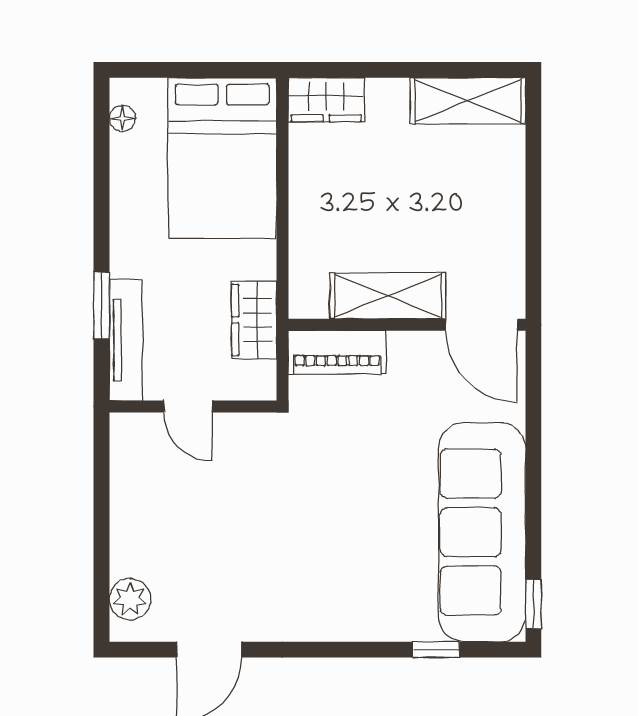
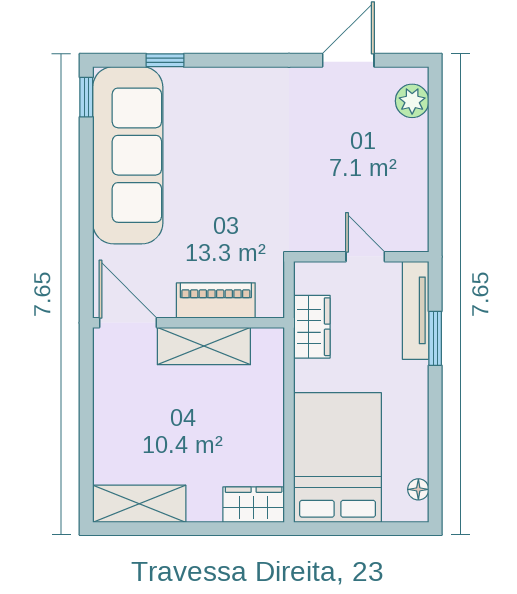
piano: (337, 352) -> (216, 300), moved

